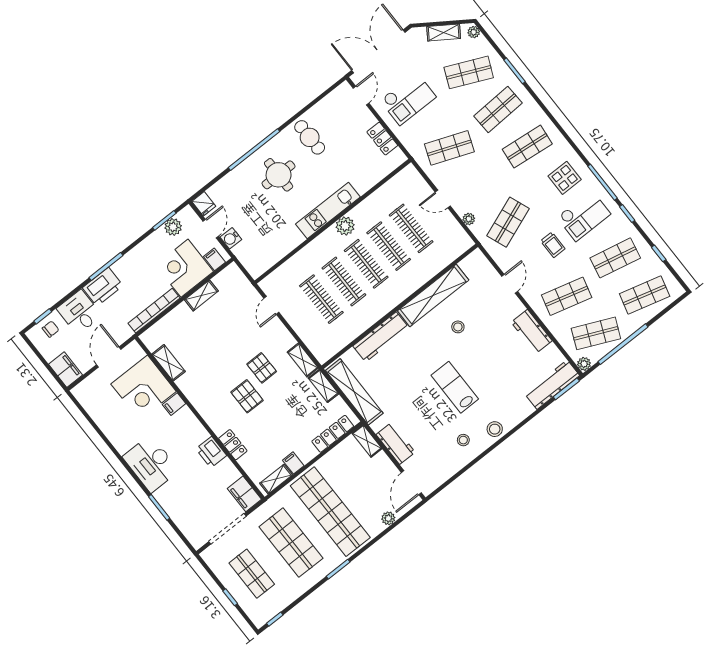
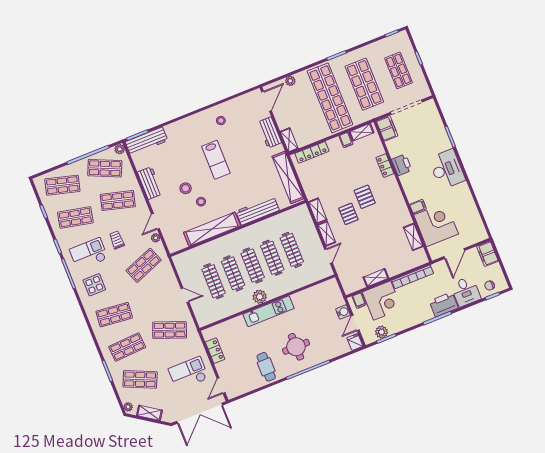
plant: (469, 219) -> (156, 238), moved
shelving: (323, 386) -> (327, 234), moved
stool: (495, 429) -> (186, 188), moved

